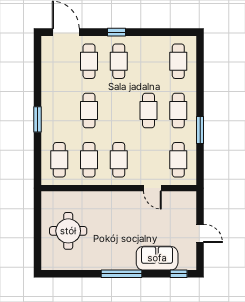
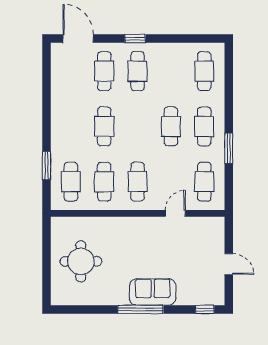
window: (37, 119) -> (46, 166), moved
door: (152, 188) -> (175, 213), swing flipped
sofa: (157, 258) -> (153, 292), moved

